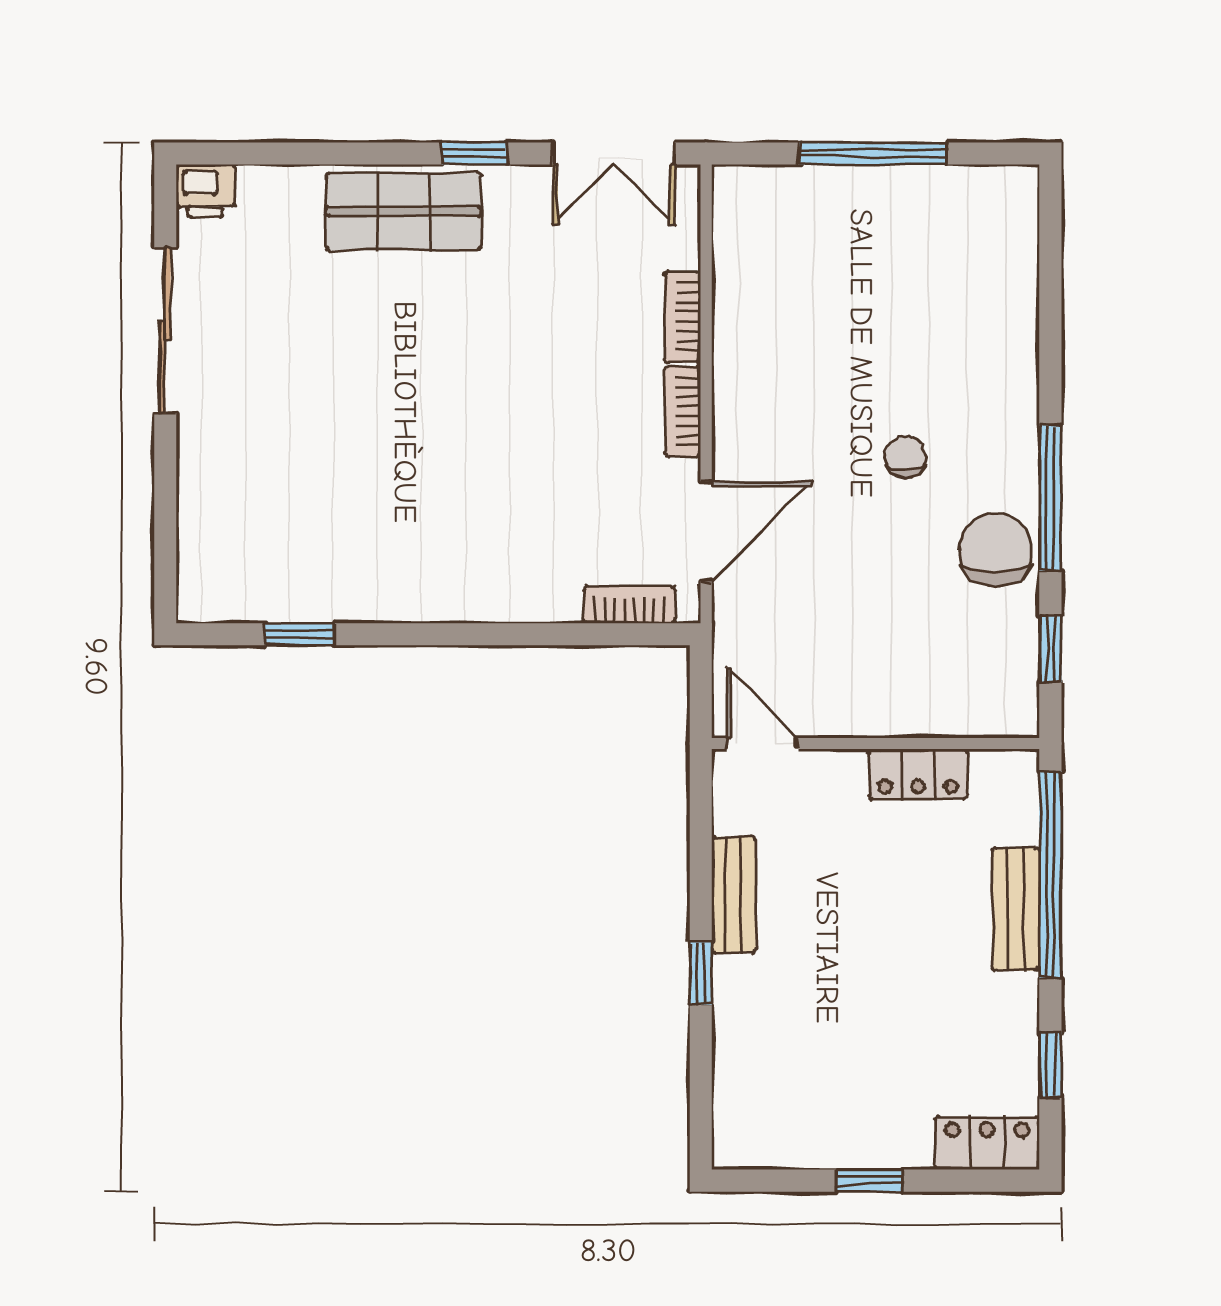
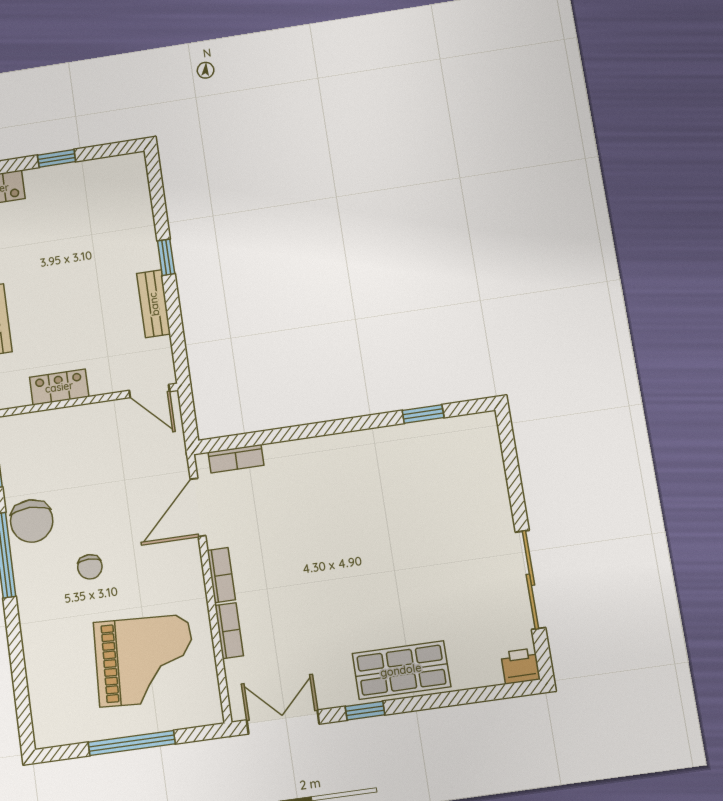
grand piano: (833, 287) -> (145, 661), added

